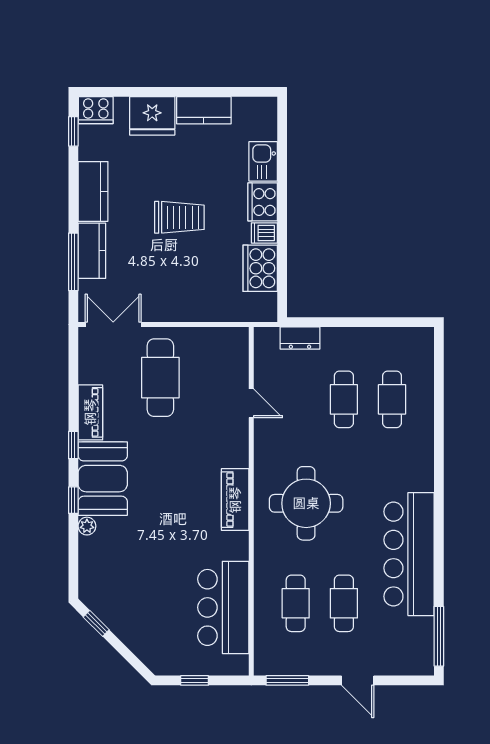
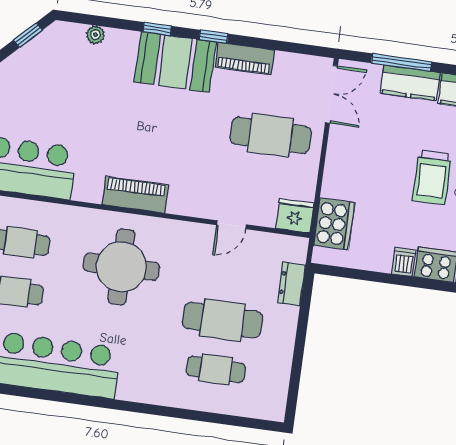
cooker: (260, 268) -> (334, 224), moved, turned 90
fridge: (234, 344) -> (295, 216), added
cafe table: (344, 399) -> (223, 320), width x1.37, depth x1.35
plant: (87, 526) -> (95, 35), moved

